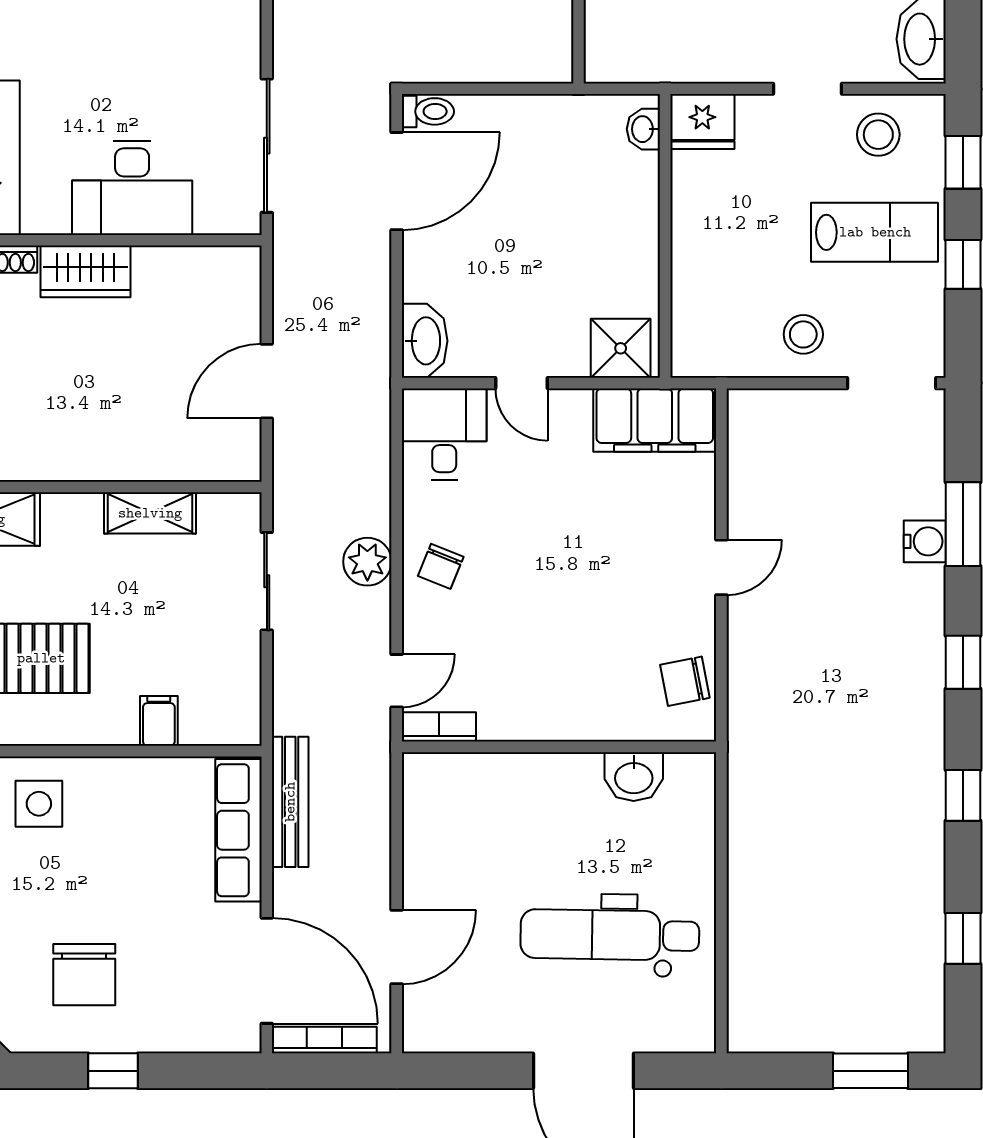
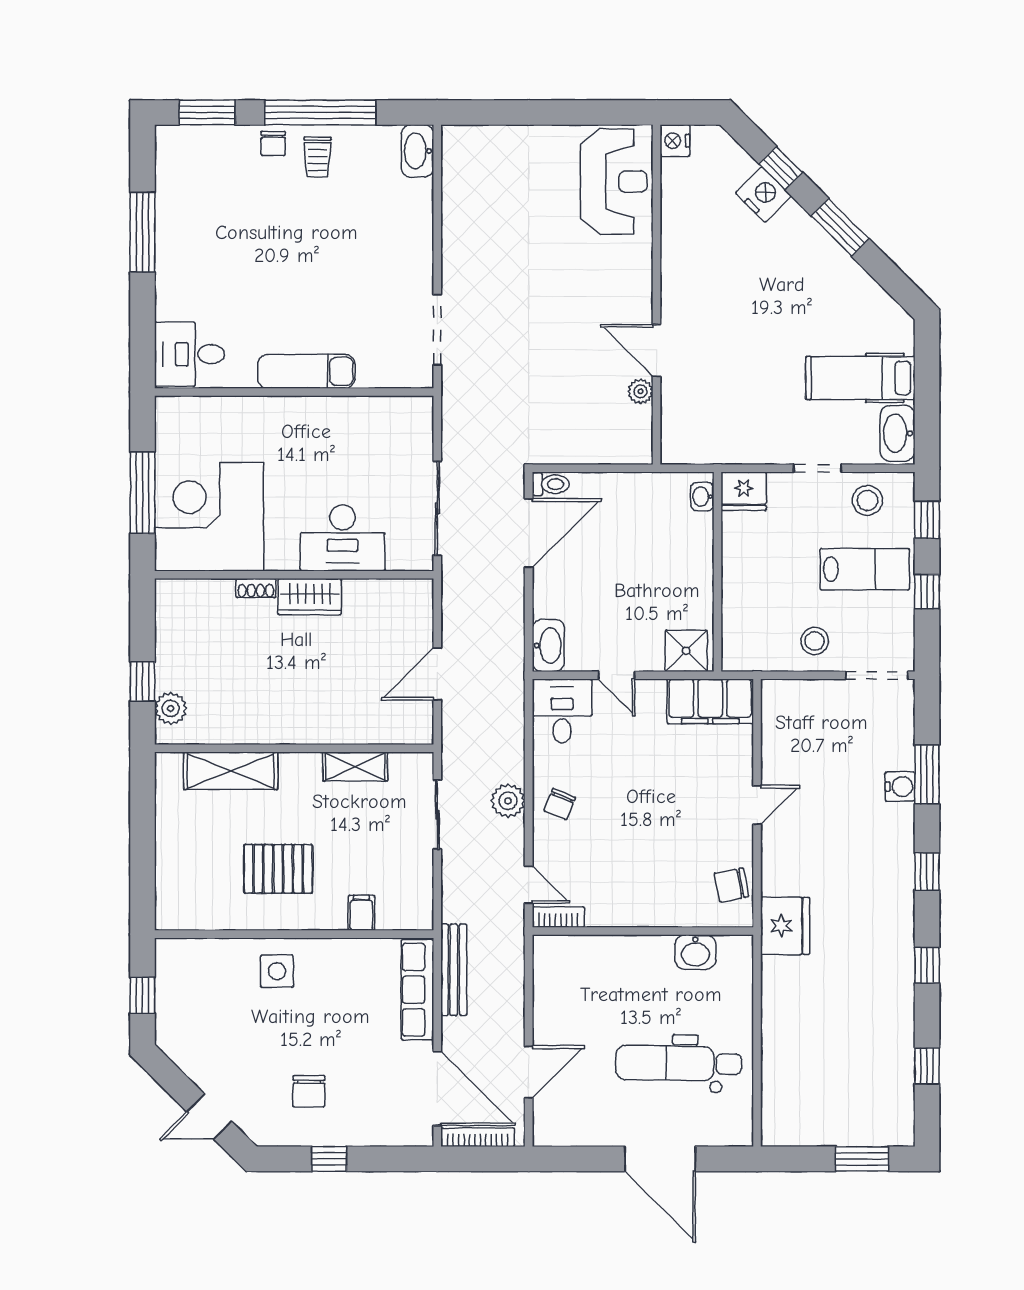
door: (397, 681) -> (529, 885), hinge flipped
fridge: (761, 739) -> (785, 926), added
chair: (84, 975) -> (309, 1091), width x0.73, depth x0.73

